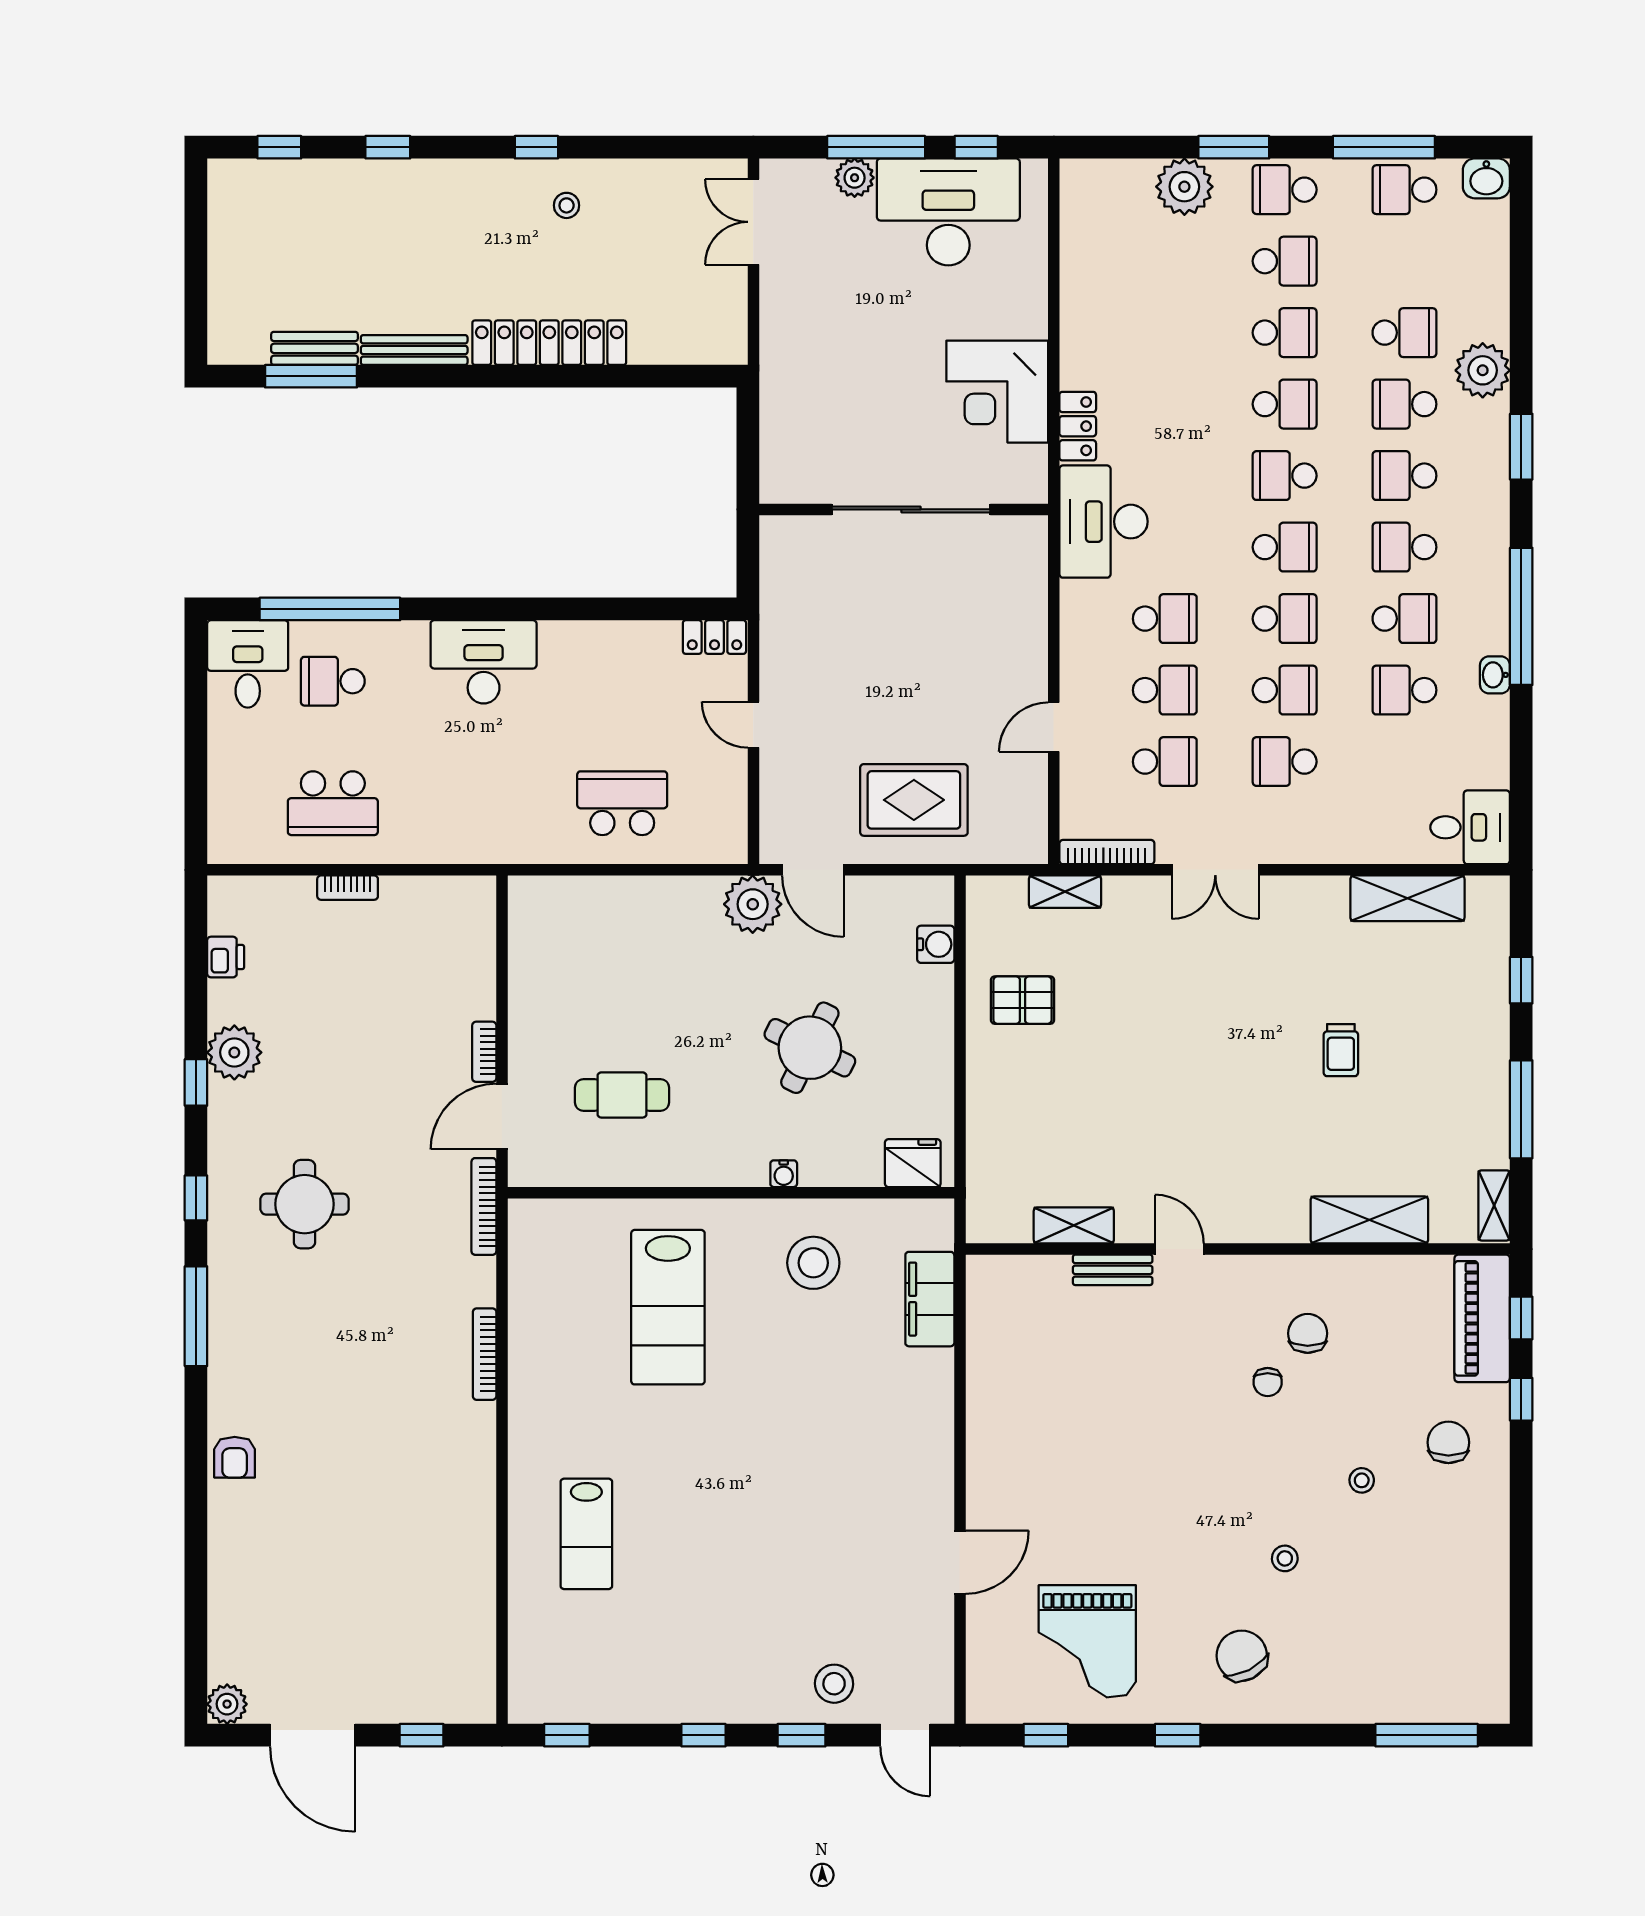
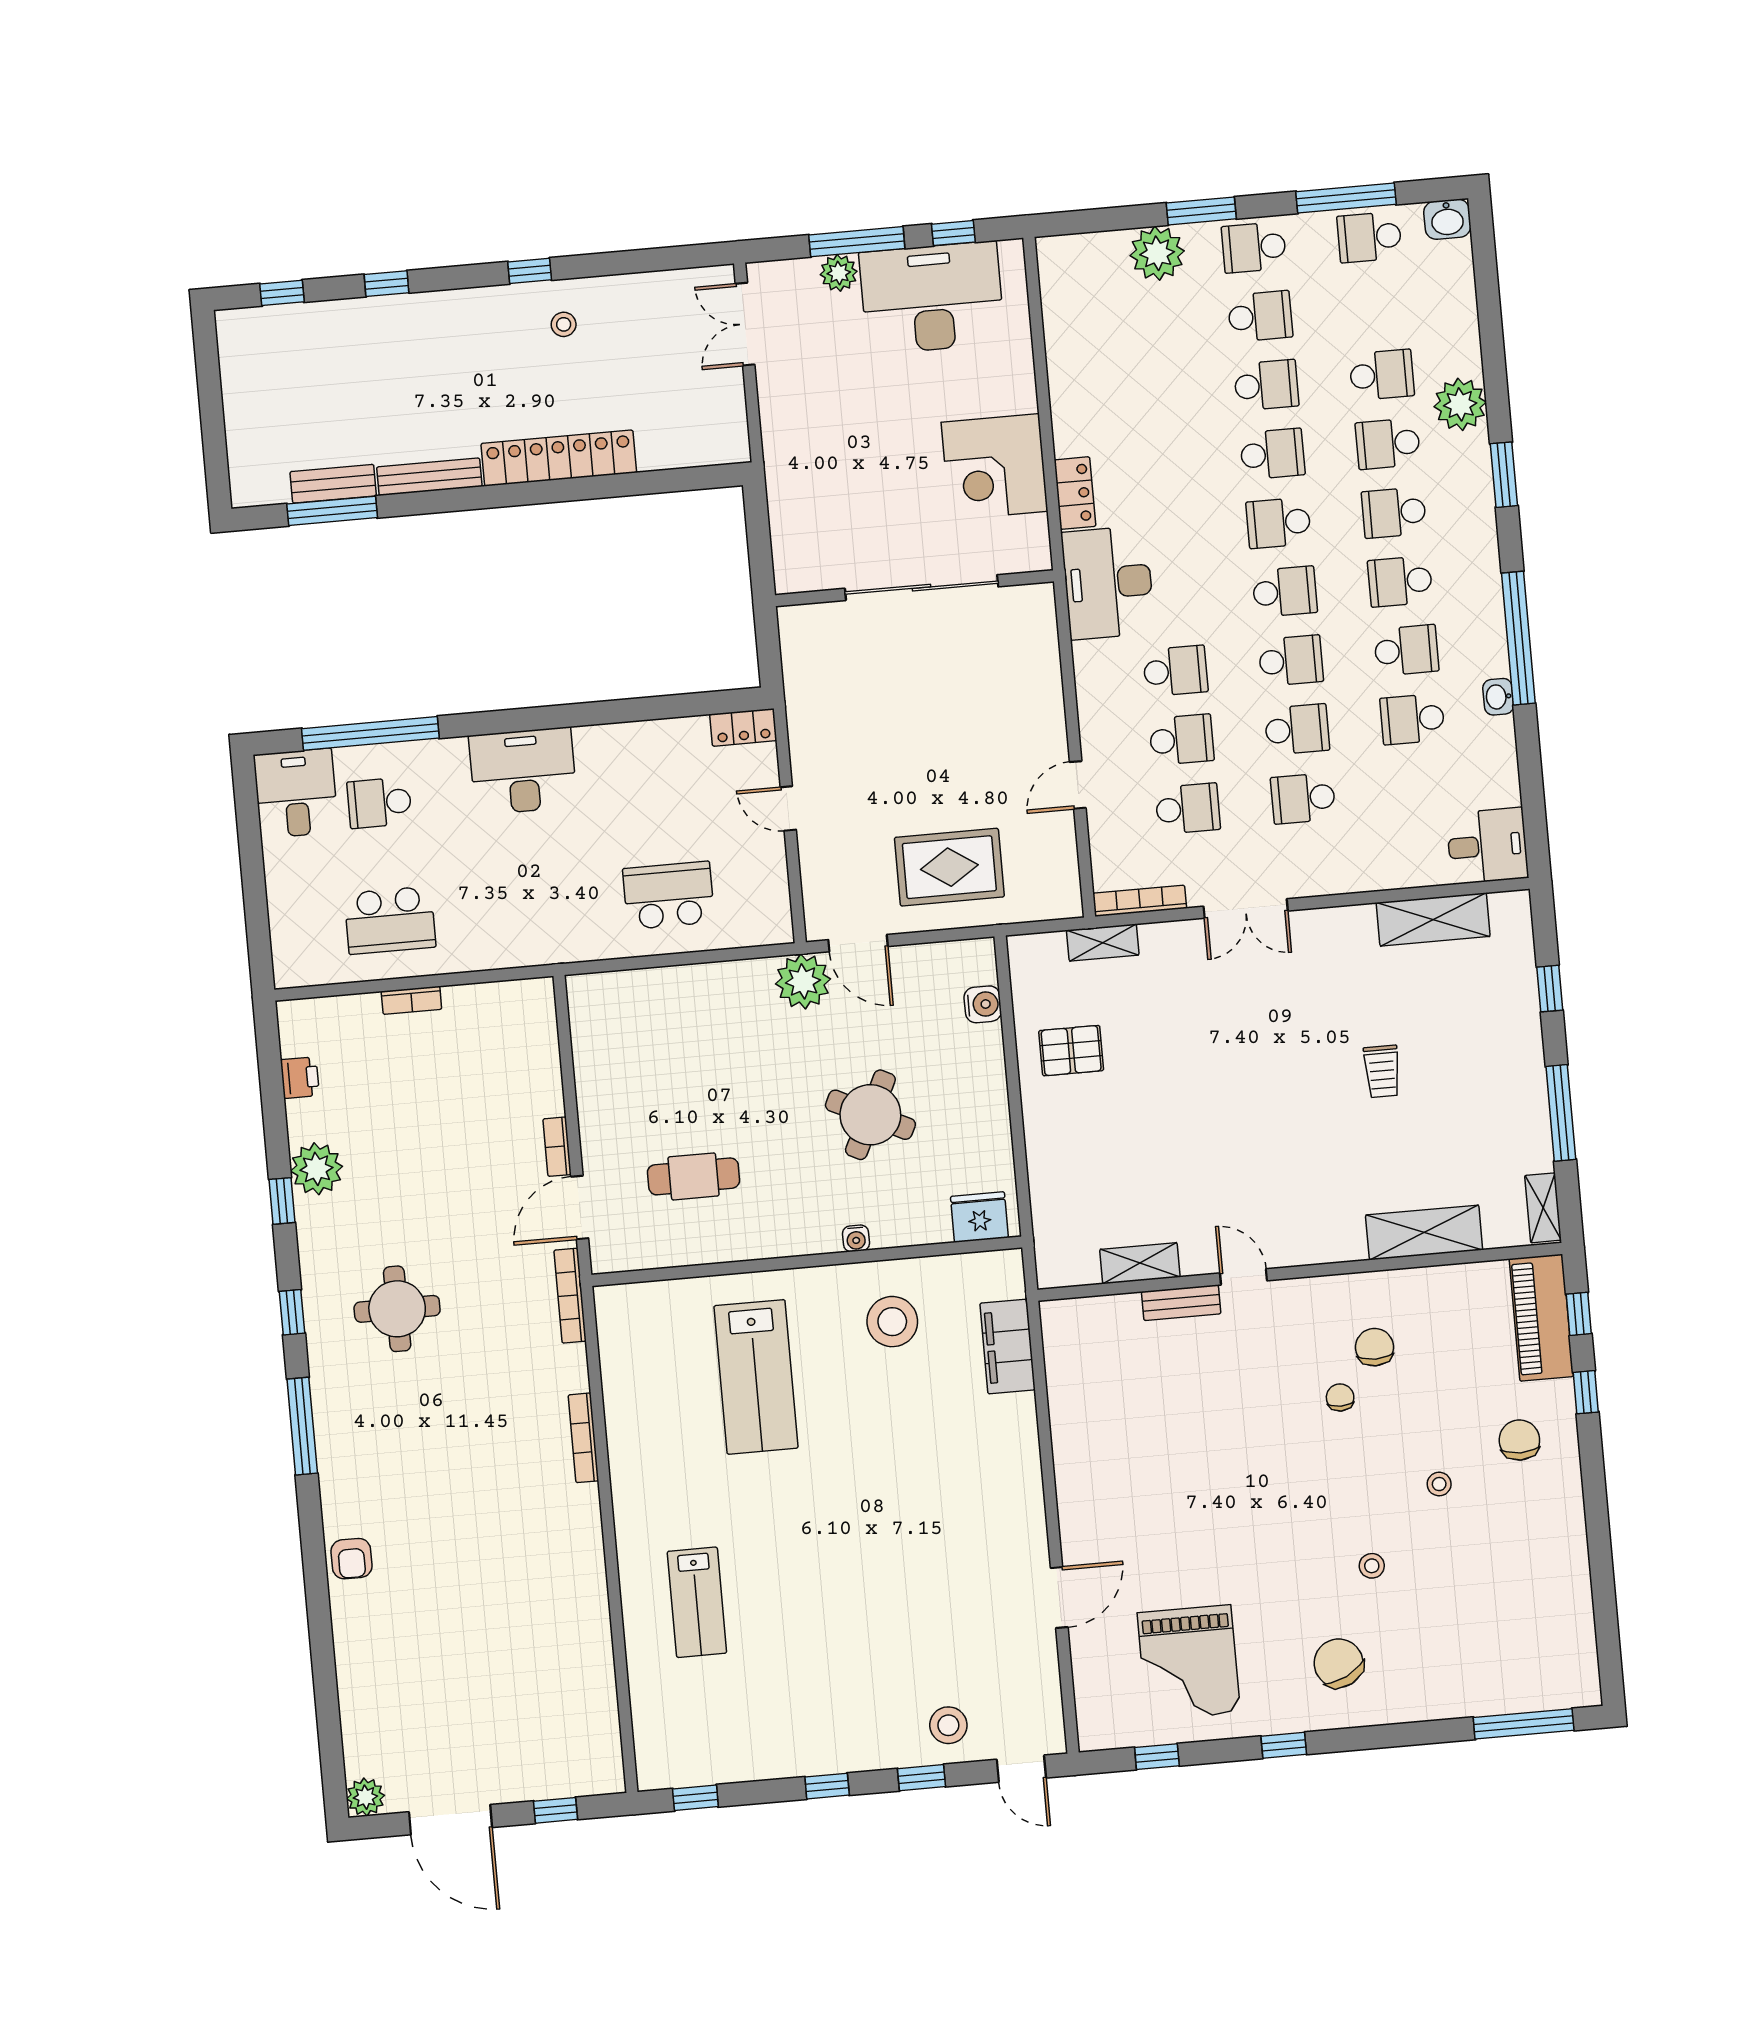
chair: (1268, 1382) -> (1340, 1397), turned 180

